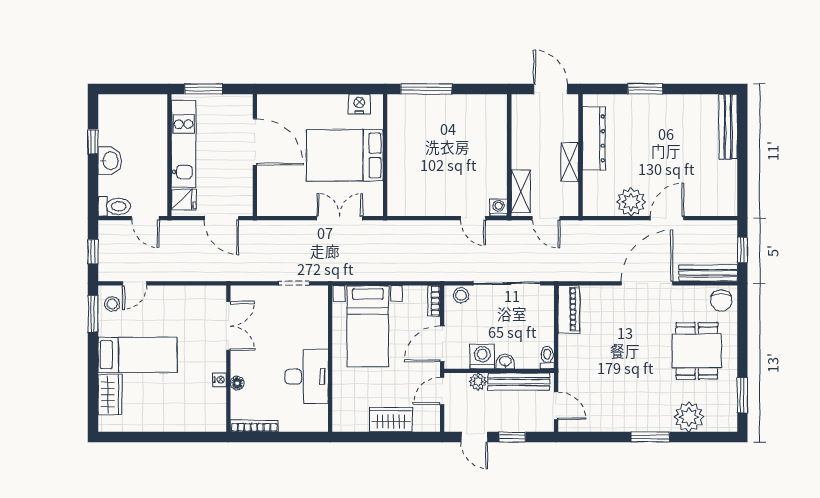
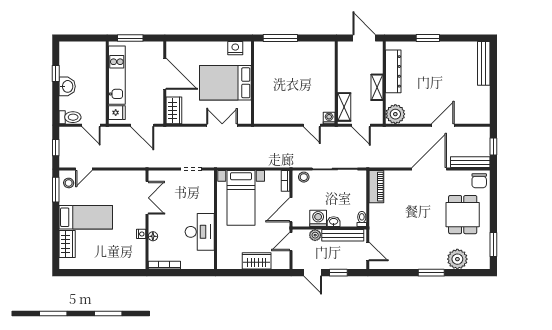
wardrobe: (268, 196) -> (174, 110), added
plant: (631, 202) -> (395, 114), moved

